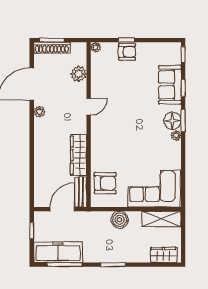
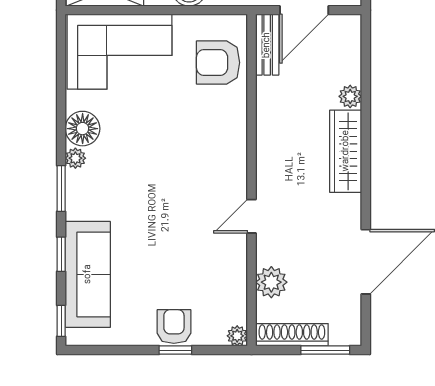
shoe rack: (52, 48) -> (292, 335), moved
armchair: (127, 52) -> (174, 327), turned 90
sofa: (170, 85) -> (88, 274), width x1.36
plant: (39, 112) -> (350, 96), moved
floor lamp: (173, 121) -> (83, 129), moved
wardrobe: (79, 155) -> (346, 151), moved, turned 180

